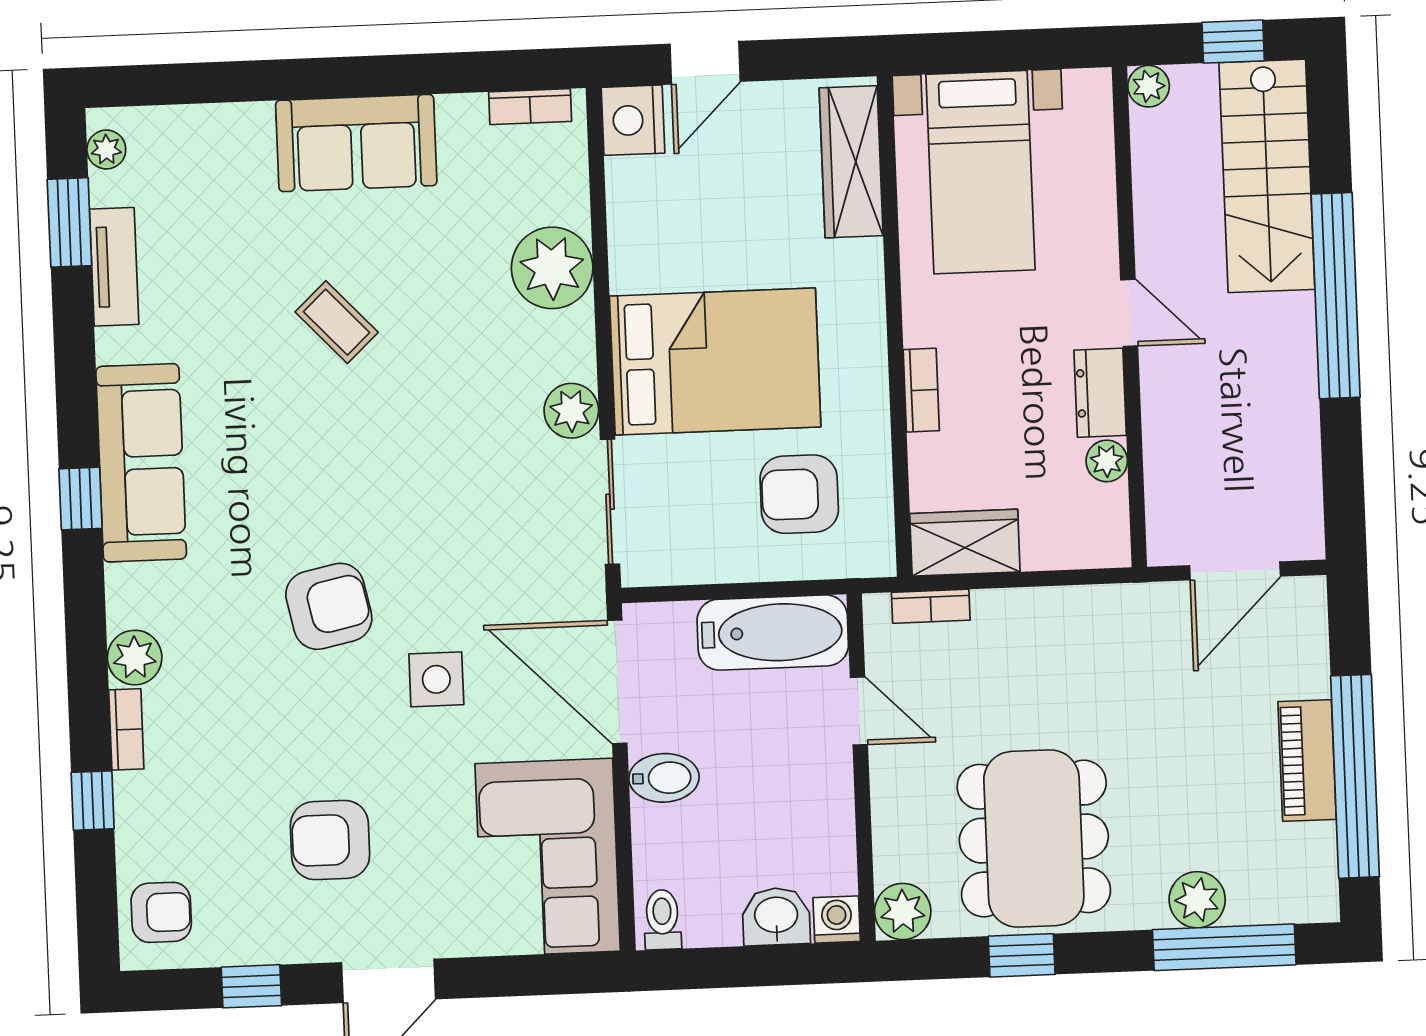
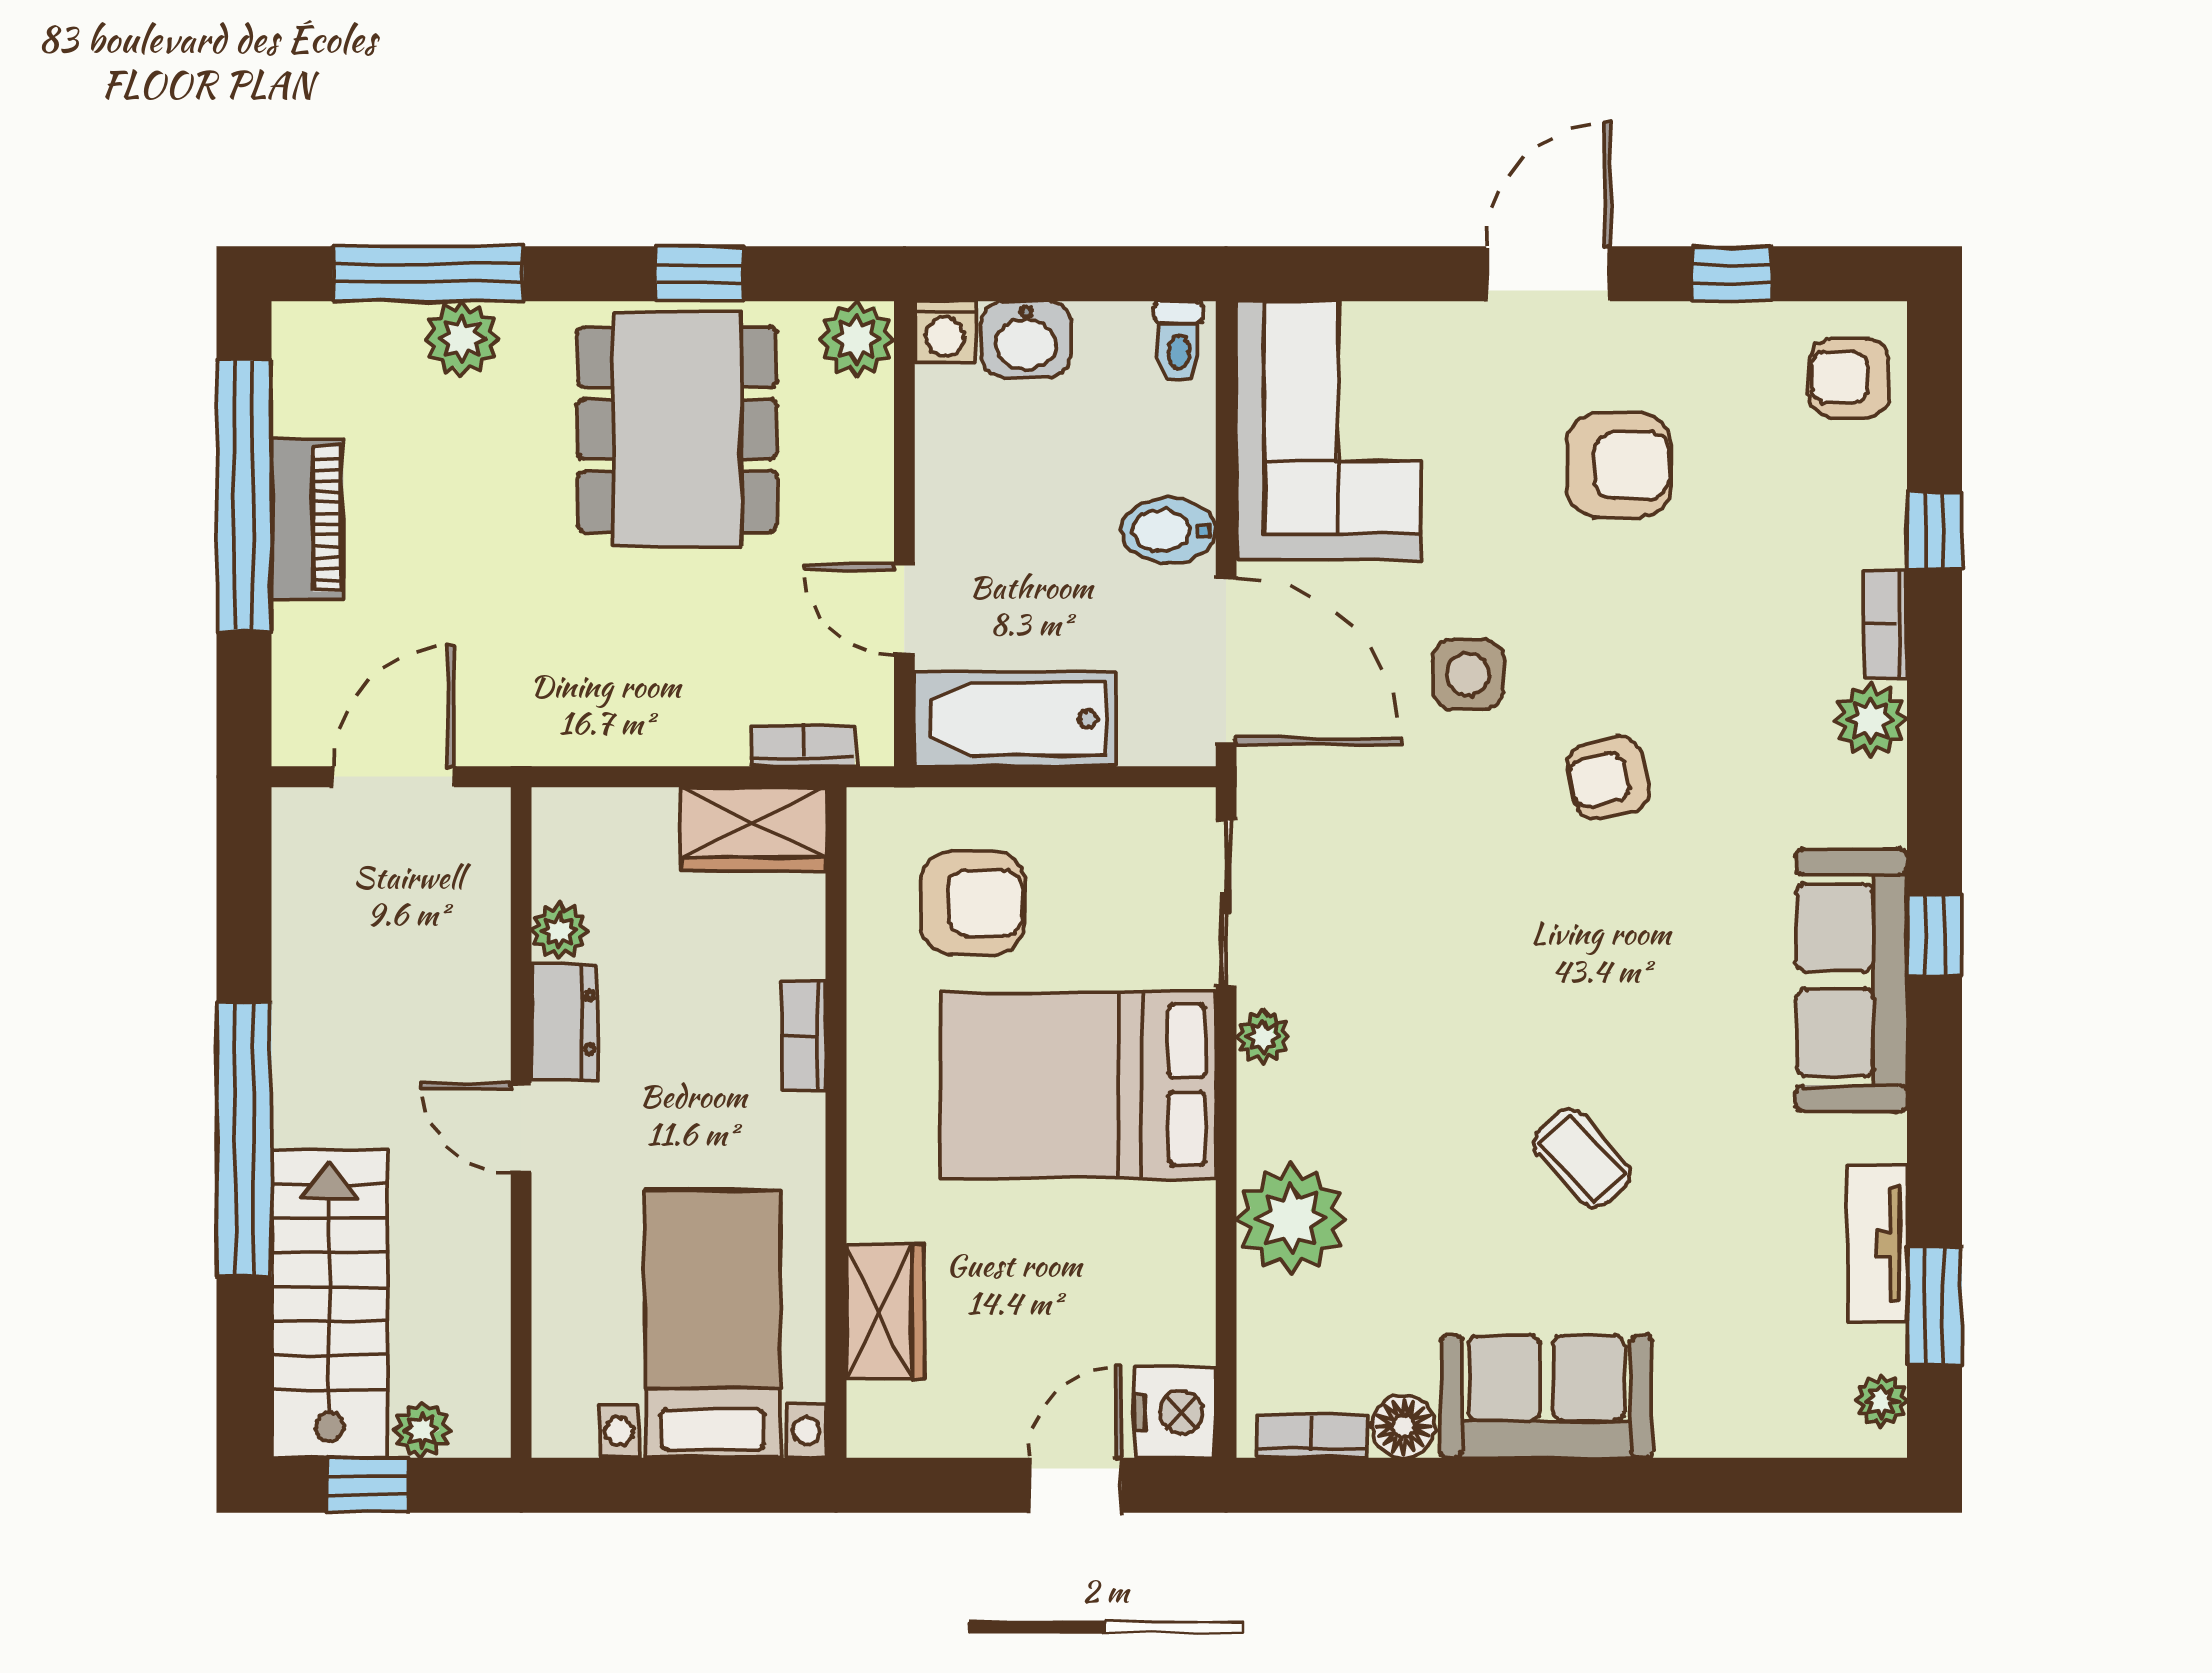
plant: (1149, 86) -> (422, 1430), moved
floor lamp: (462, 117) -> (1404, 1426), added
wardrobe: (851, 162) -> (885, 1311), width x0.67
plant: (571, 411) -> (1263, 1037), width x0.73, depth x0.73
armchair: (329, 606) -> (1608, 778), width x0.72, depth x0.72

